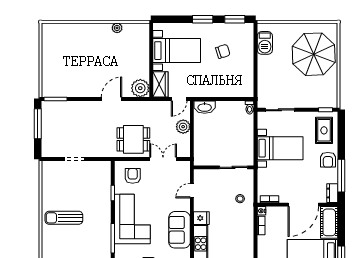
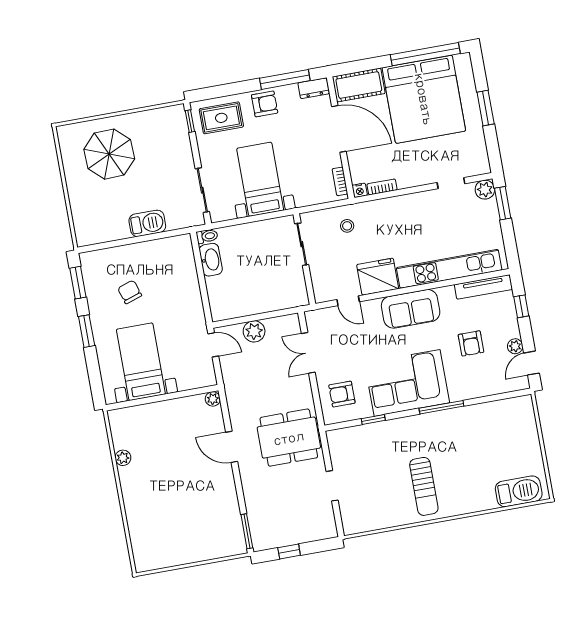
barbecue: (265, 43) -> (147, 223), moved
parasol: (314, 54) -> (109, 154), width x0.73, depth x0.73
wardrobe: (160, 84) -> (196, 377), removed
plant: (140, 88) -> (213, 399), width x0.53, depth x0.53
washbasin: (205, 107) -> (211, 260), moved
window: (38, 124) -> (289, 551), width x0.46
dining table: (133, 139) -> (289, 438), moved, width x1.38
fridge: (201, 218) -> (378, 277), width x1.88, depth x1.34

